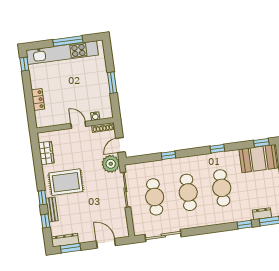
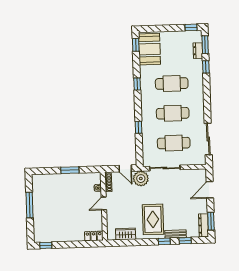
kitchen unit: (62, 53) -> (39, 211), removed
locker: (38, 99) -> (94, 236), moved

